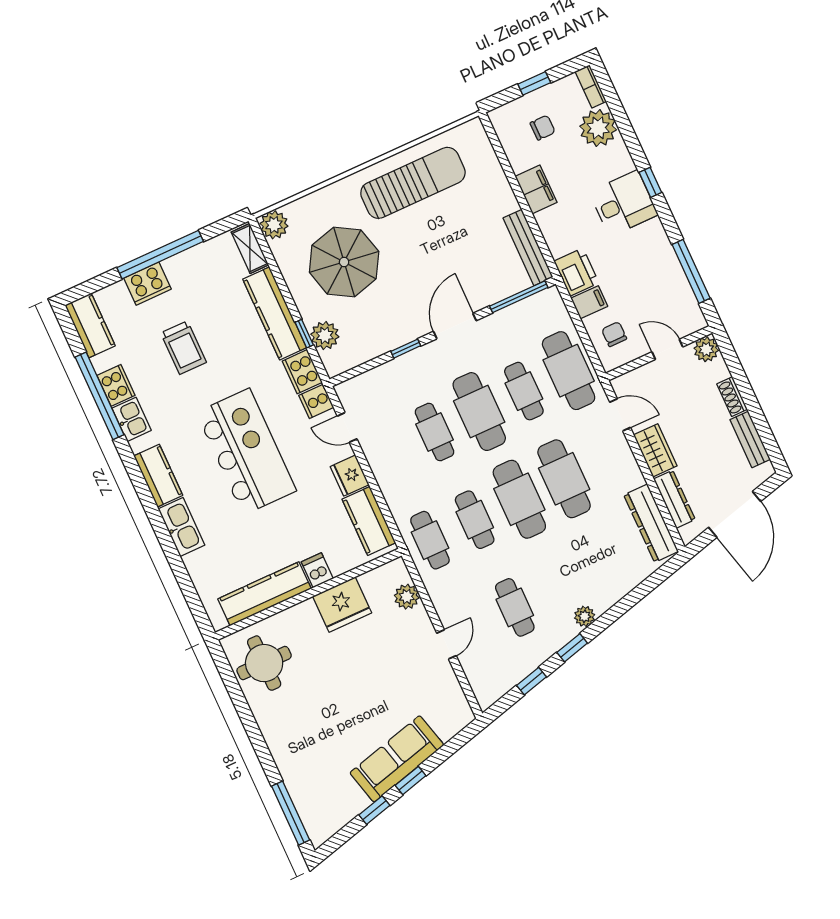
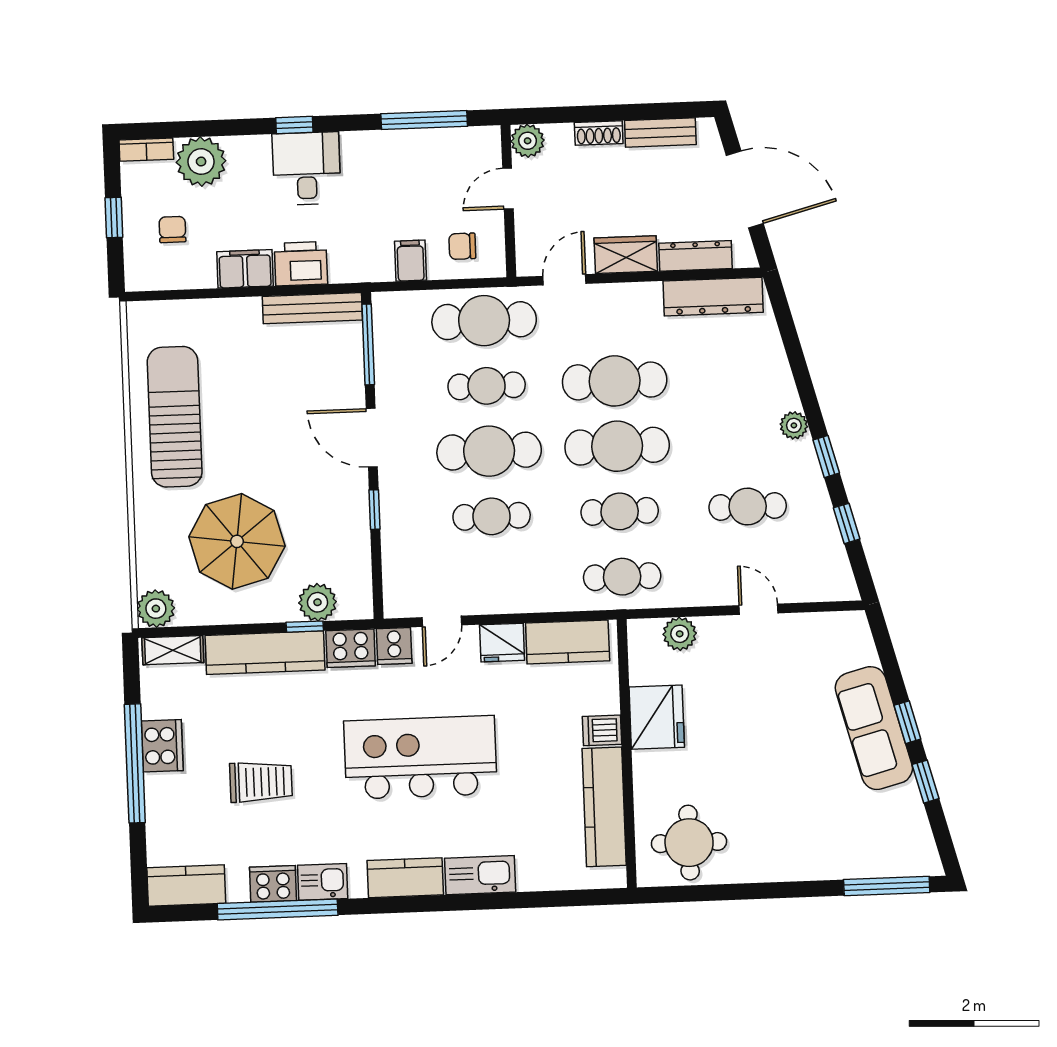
printer: (576, 272) -> (301, 264), moved
cooker: (147, 284) -> (162, 746), moved

